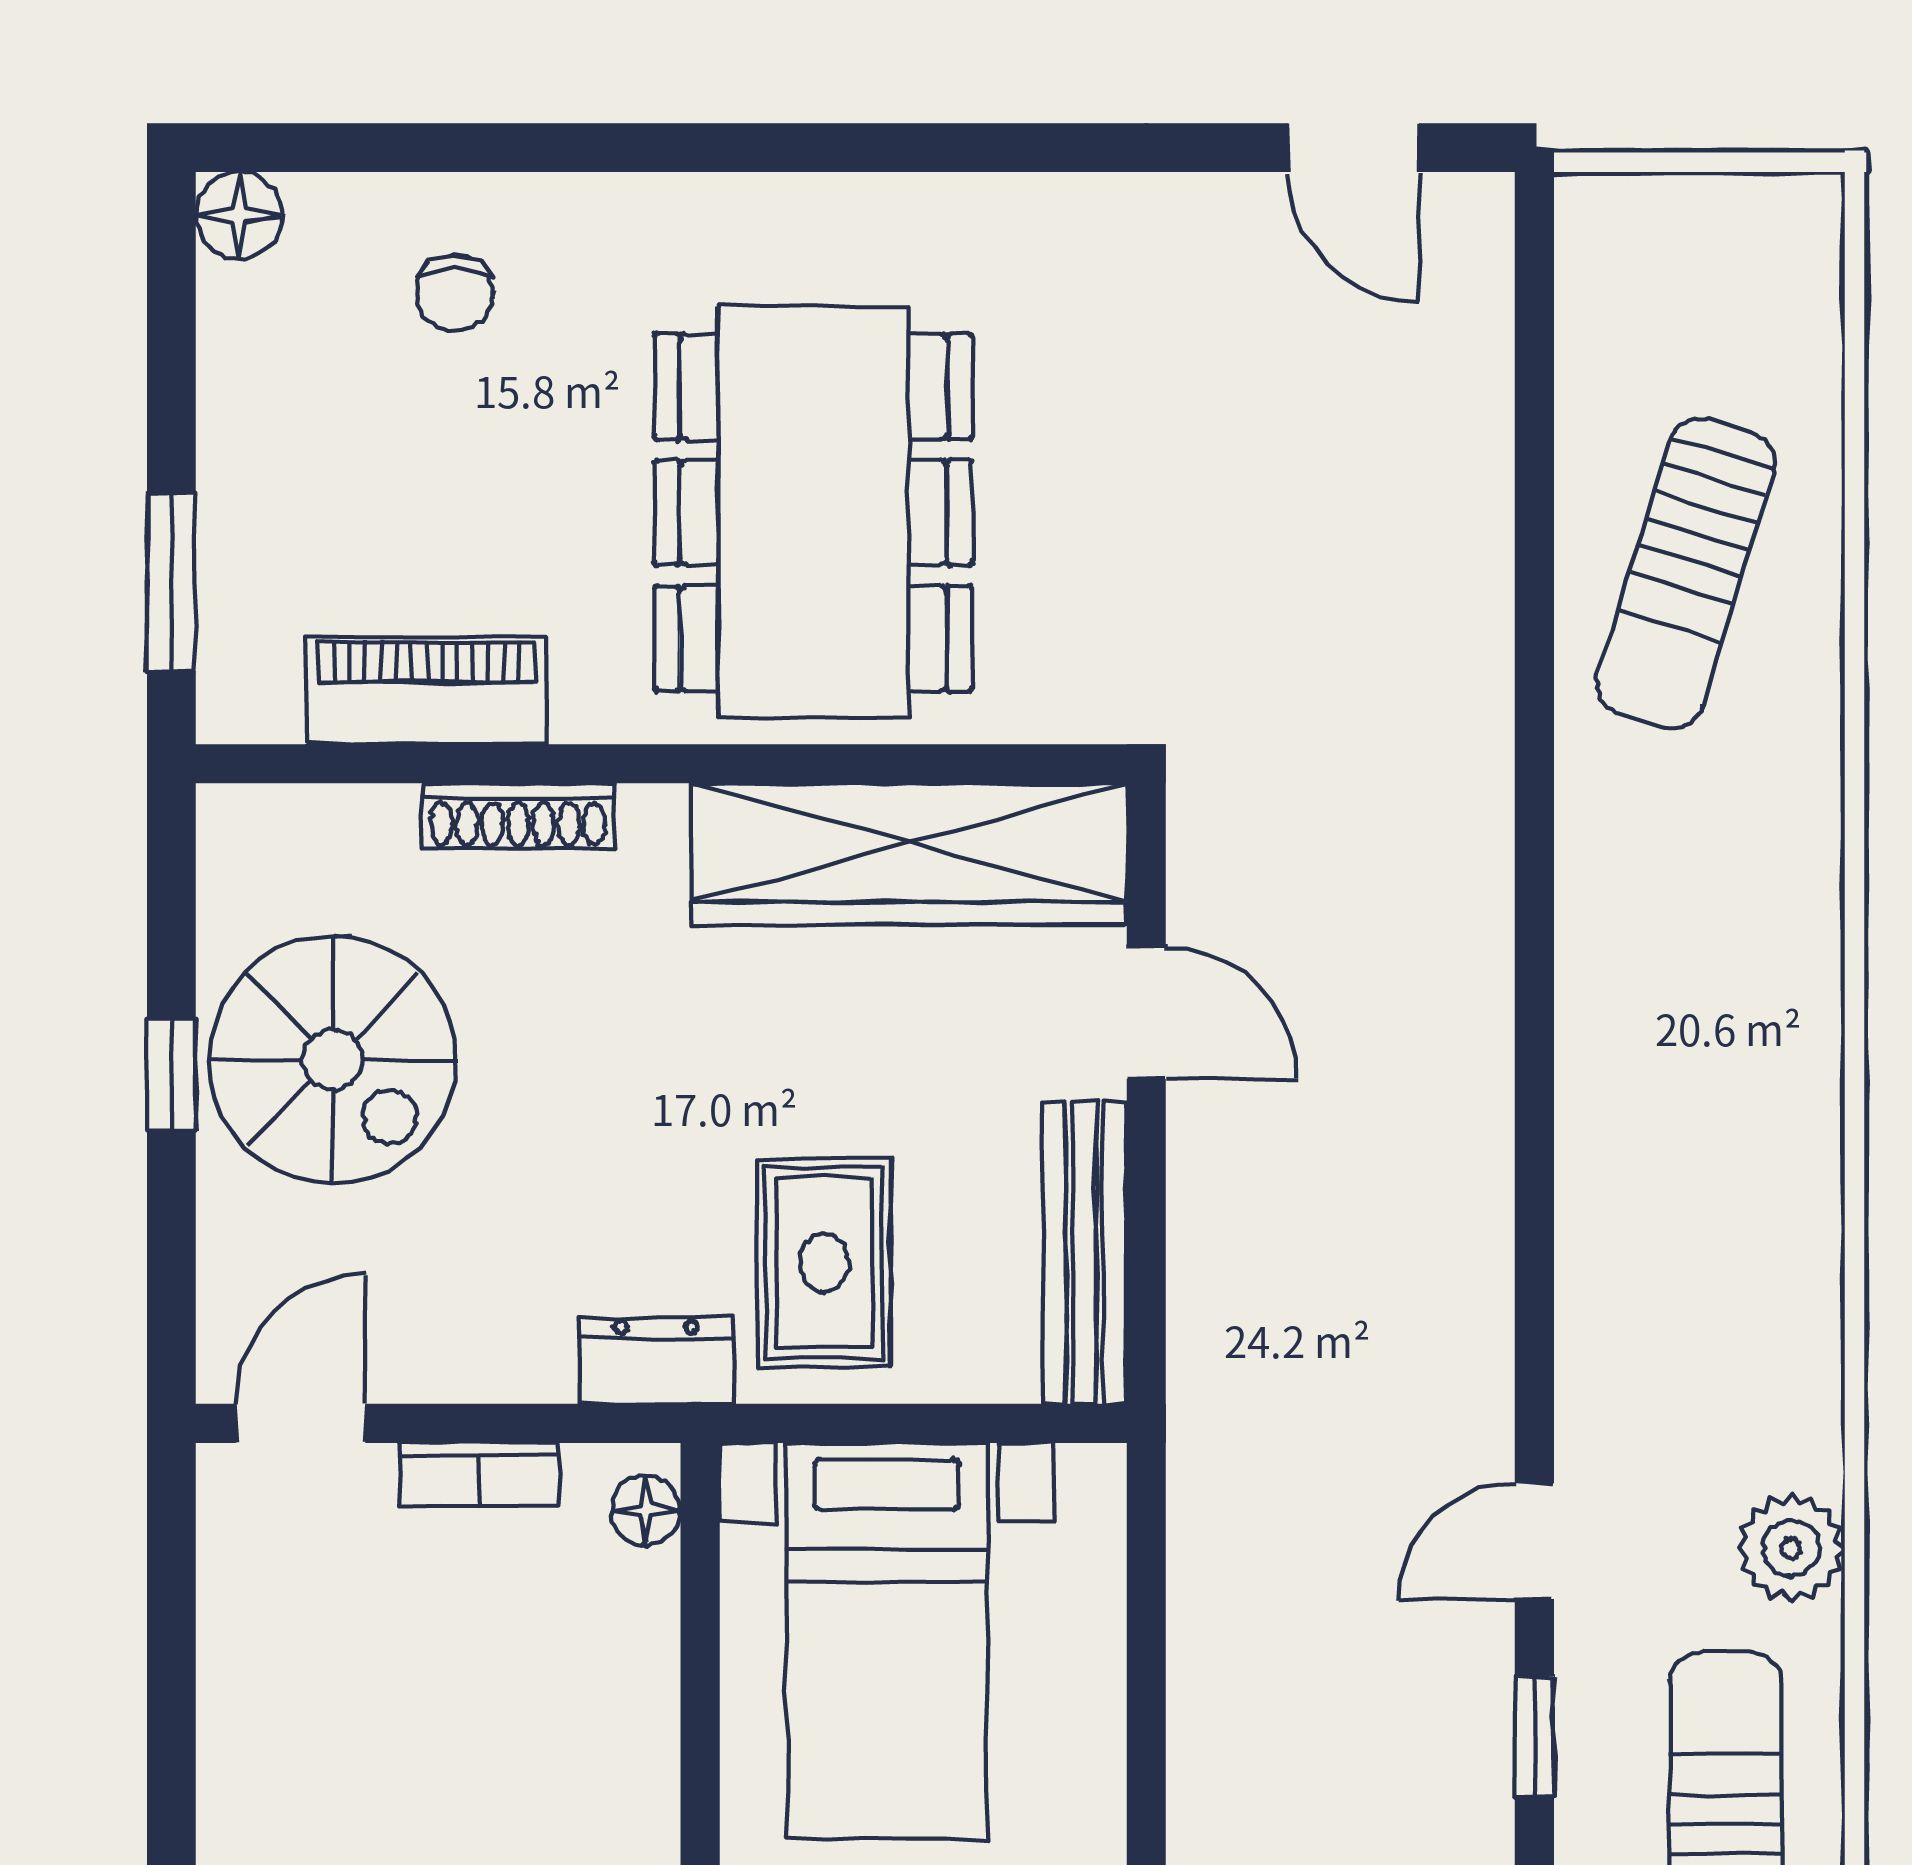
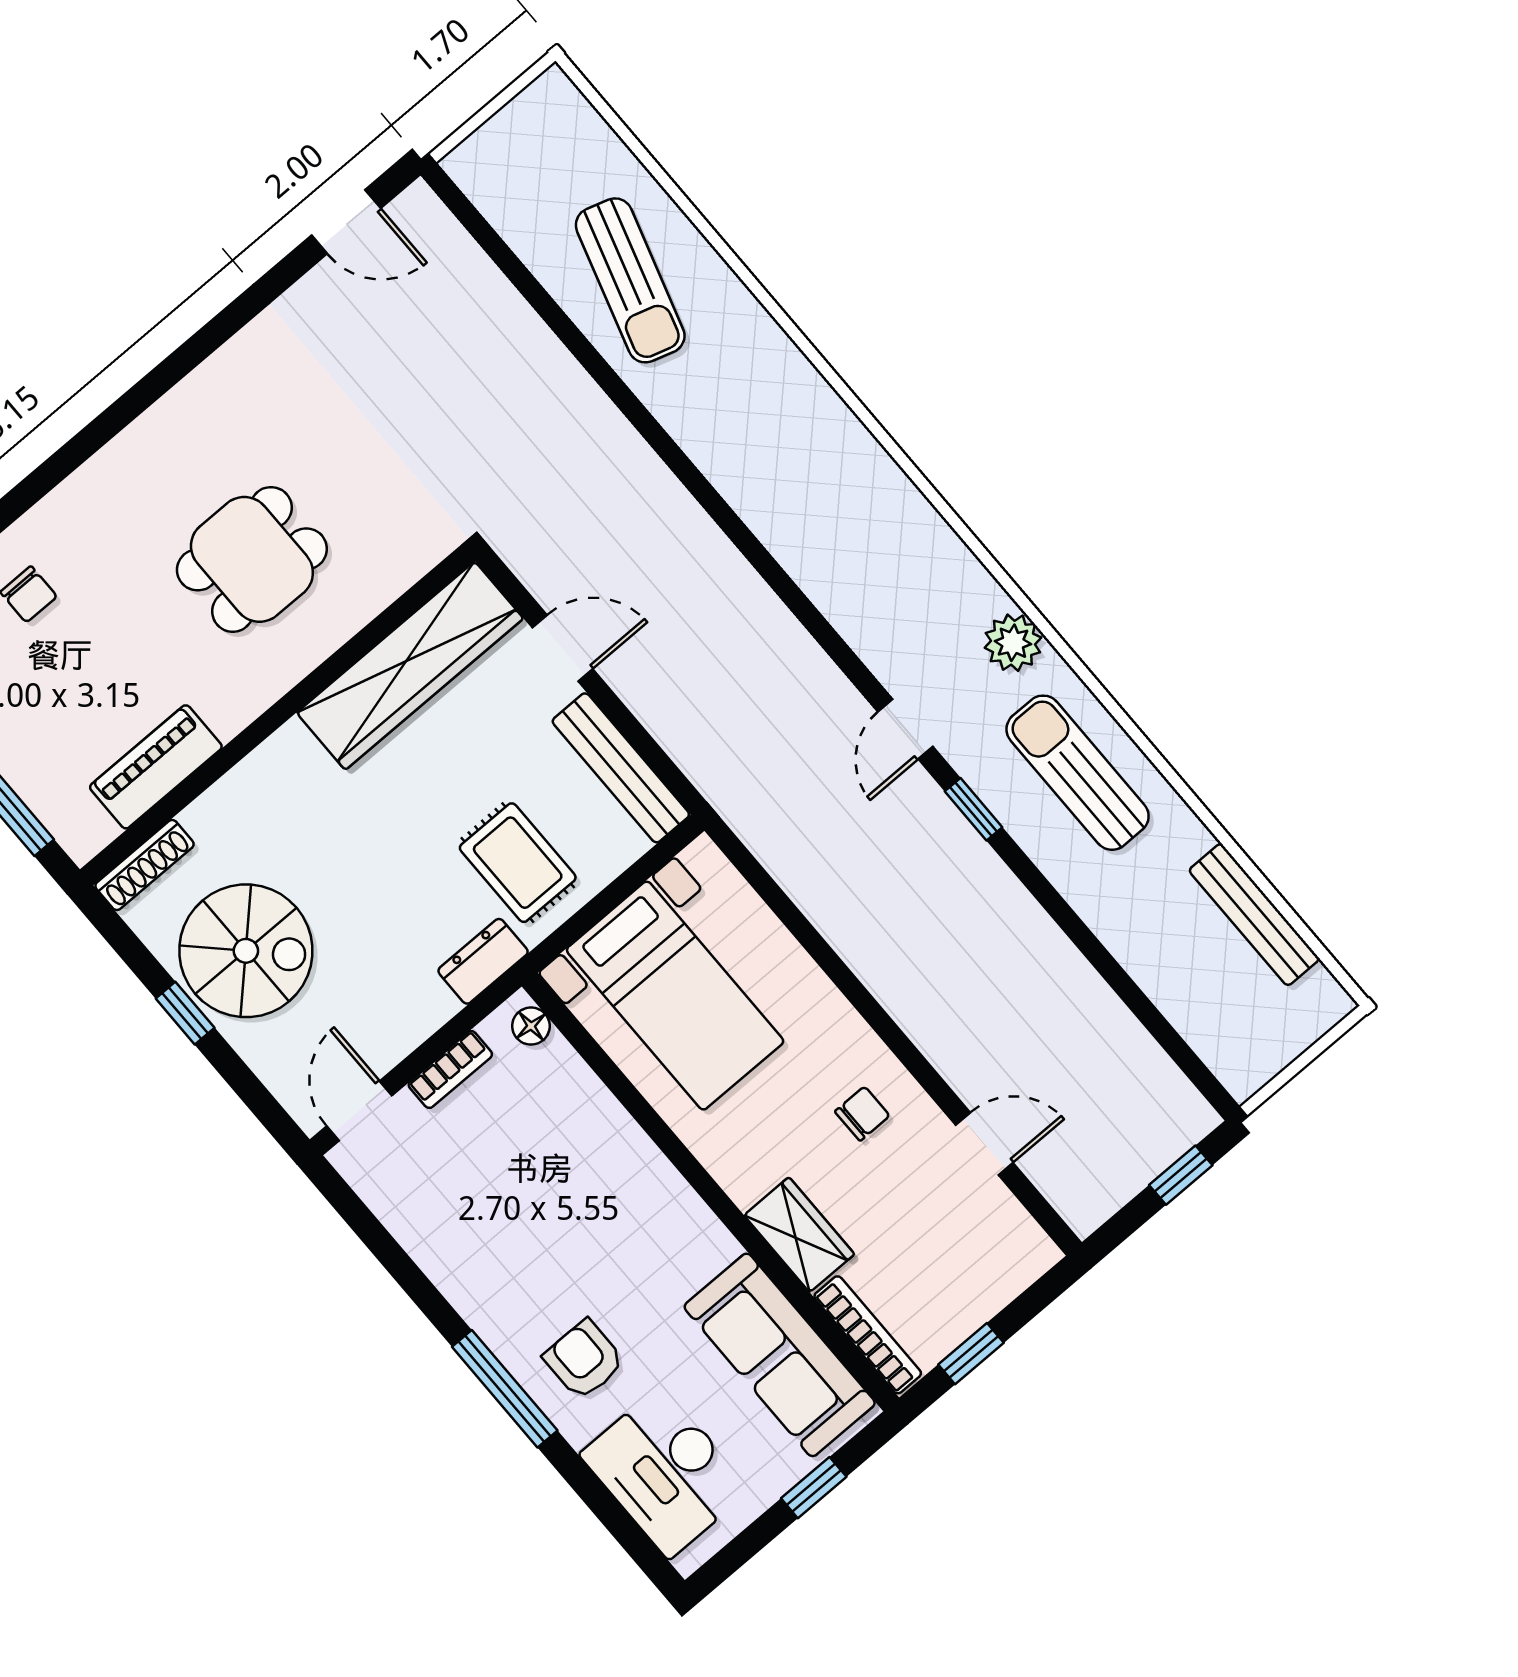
dining table: (813, 513) -> (252, 559), width x0.53, depth x0.80
shoe rack: (518, 816) -> (144, 865), moved

